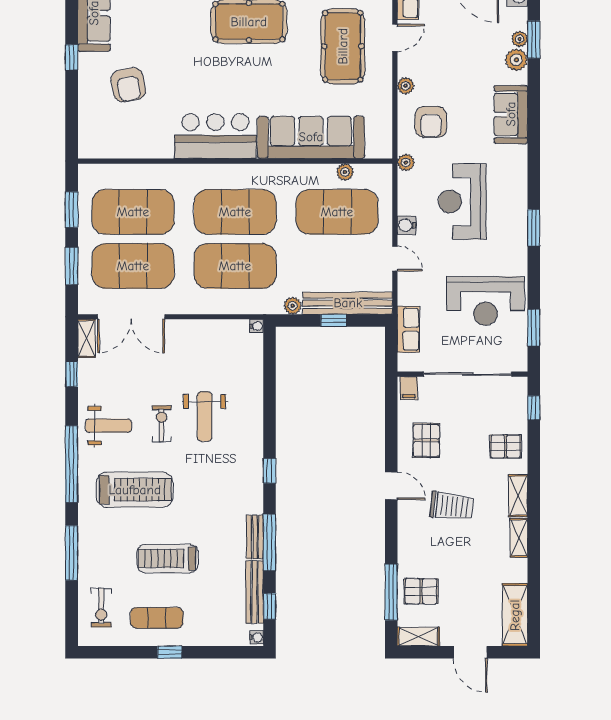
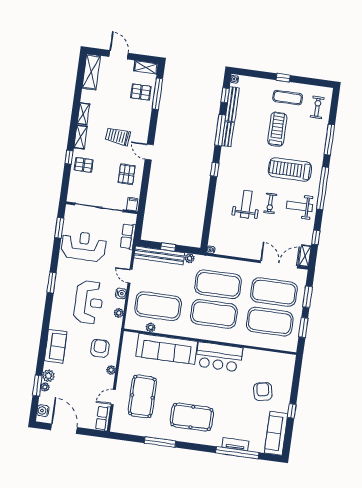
plant: (406, 162) -> (119, 313), moved
window: (534, 408) -> (69, 157), moved
treadmill: (168, 558) -> (277, 129), turned -90

